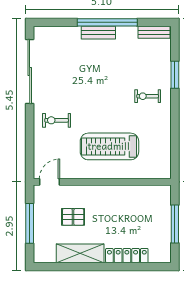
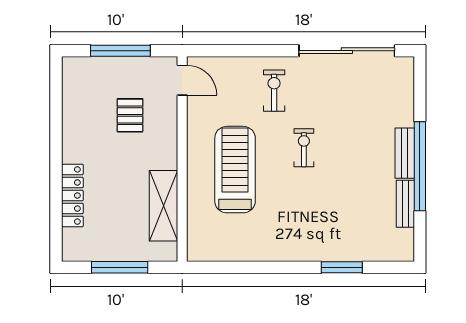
bench: (154, 32) -> (405, 204), moved
exercise bike: (148, 96) -> (304, 148), moved
shelving: (80, 253) -> (164, 206), moved

